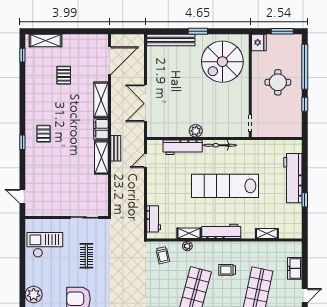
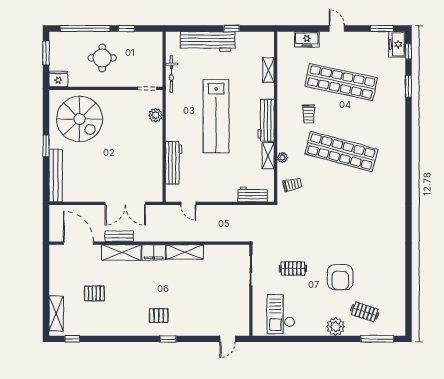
plant: (196, 131) -> (156, 115), moved
bicycle: (220, 145) -> (171, 74), moved
bench: (116, 148) -> (119, 236), moved

